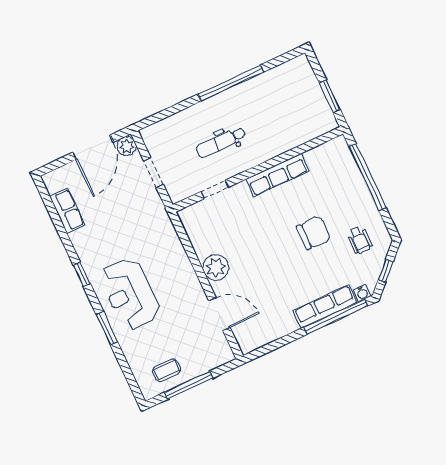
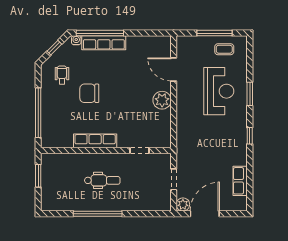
dental chair: (221, 142) -> (102, 180), moved
reception desk: (130, 294) -> (219, 91), moved

